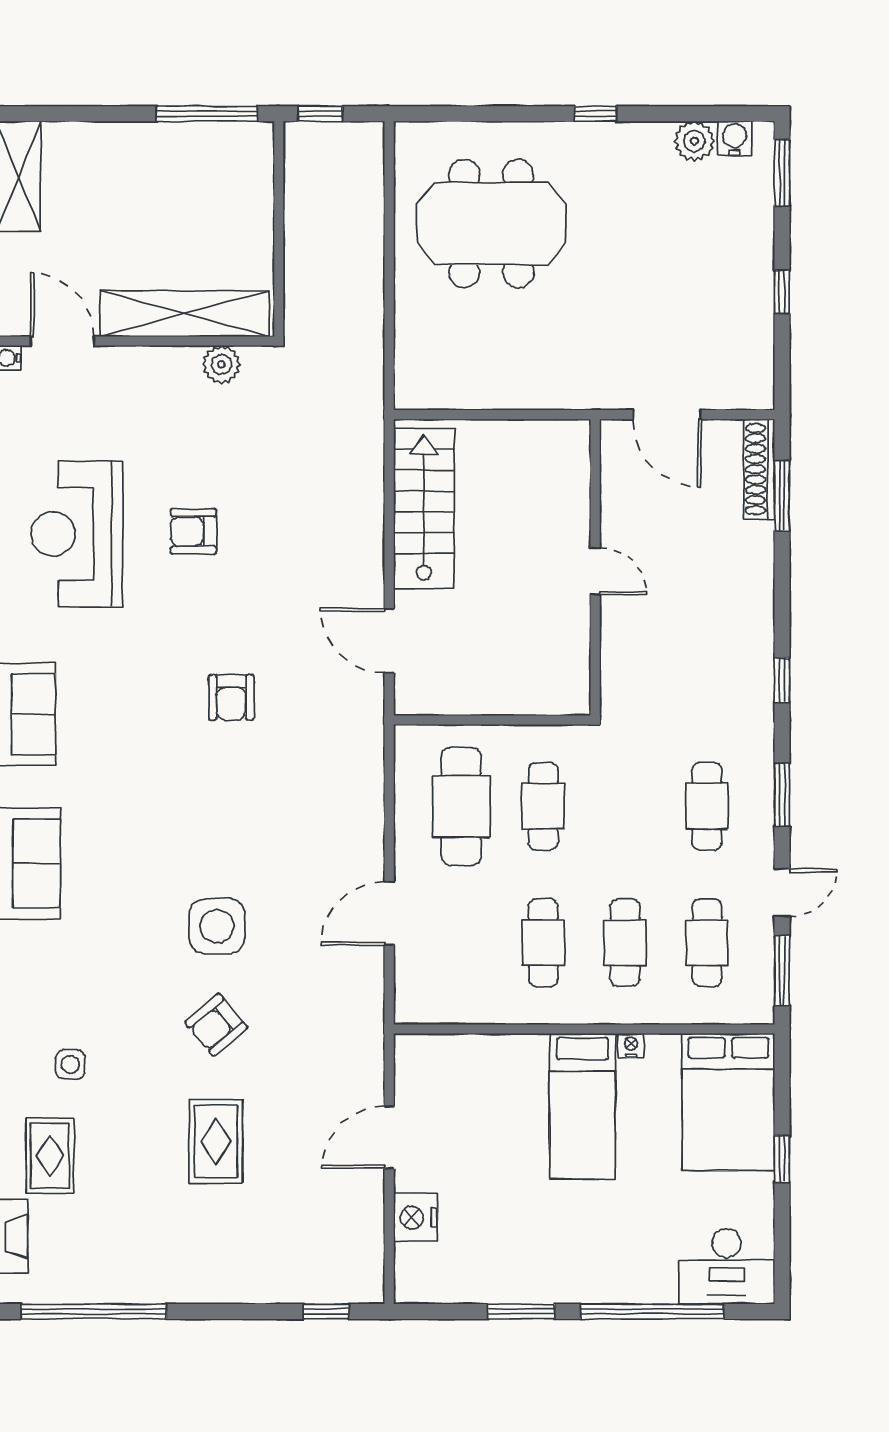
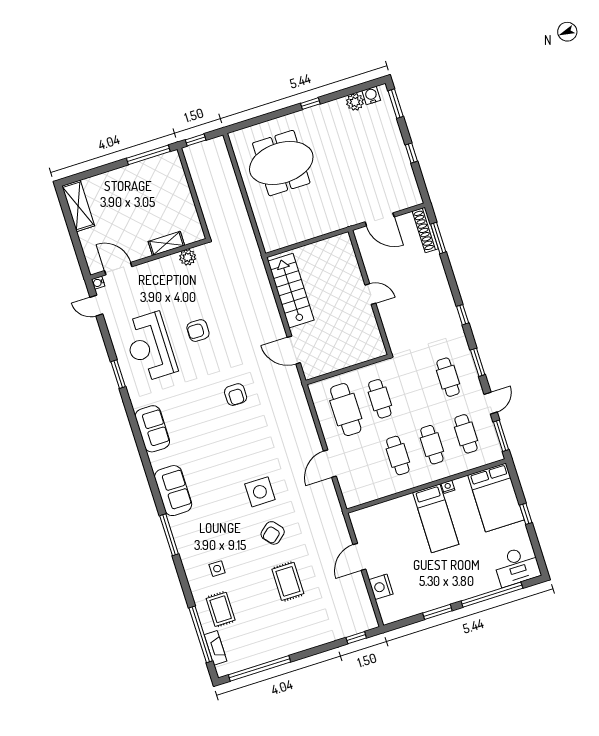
shelving: (185, 314) -> (166, 243), width x0.45, depth x0.75

